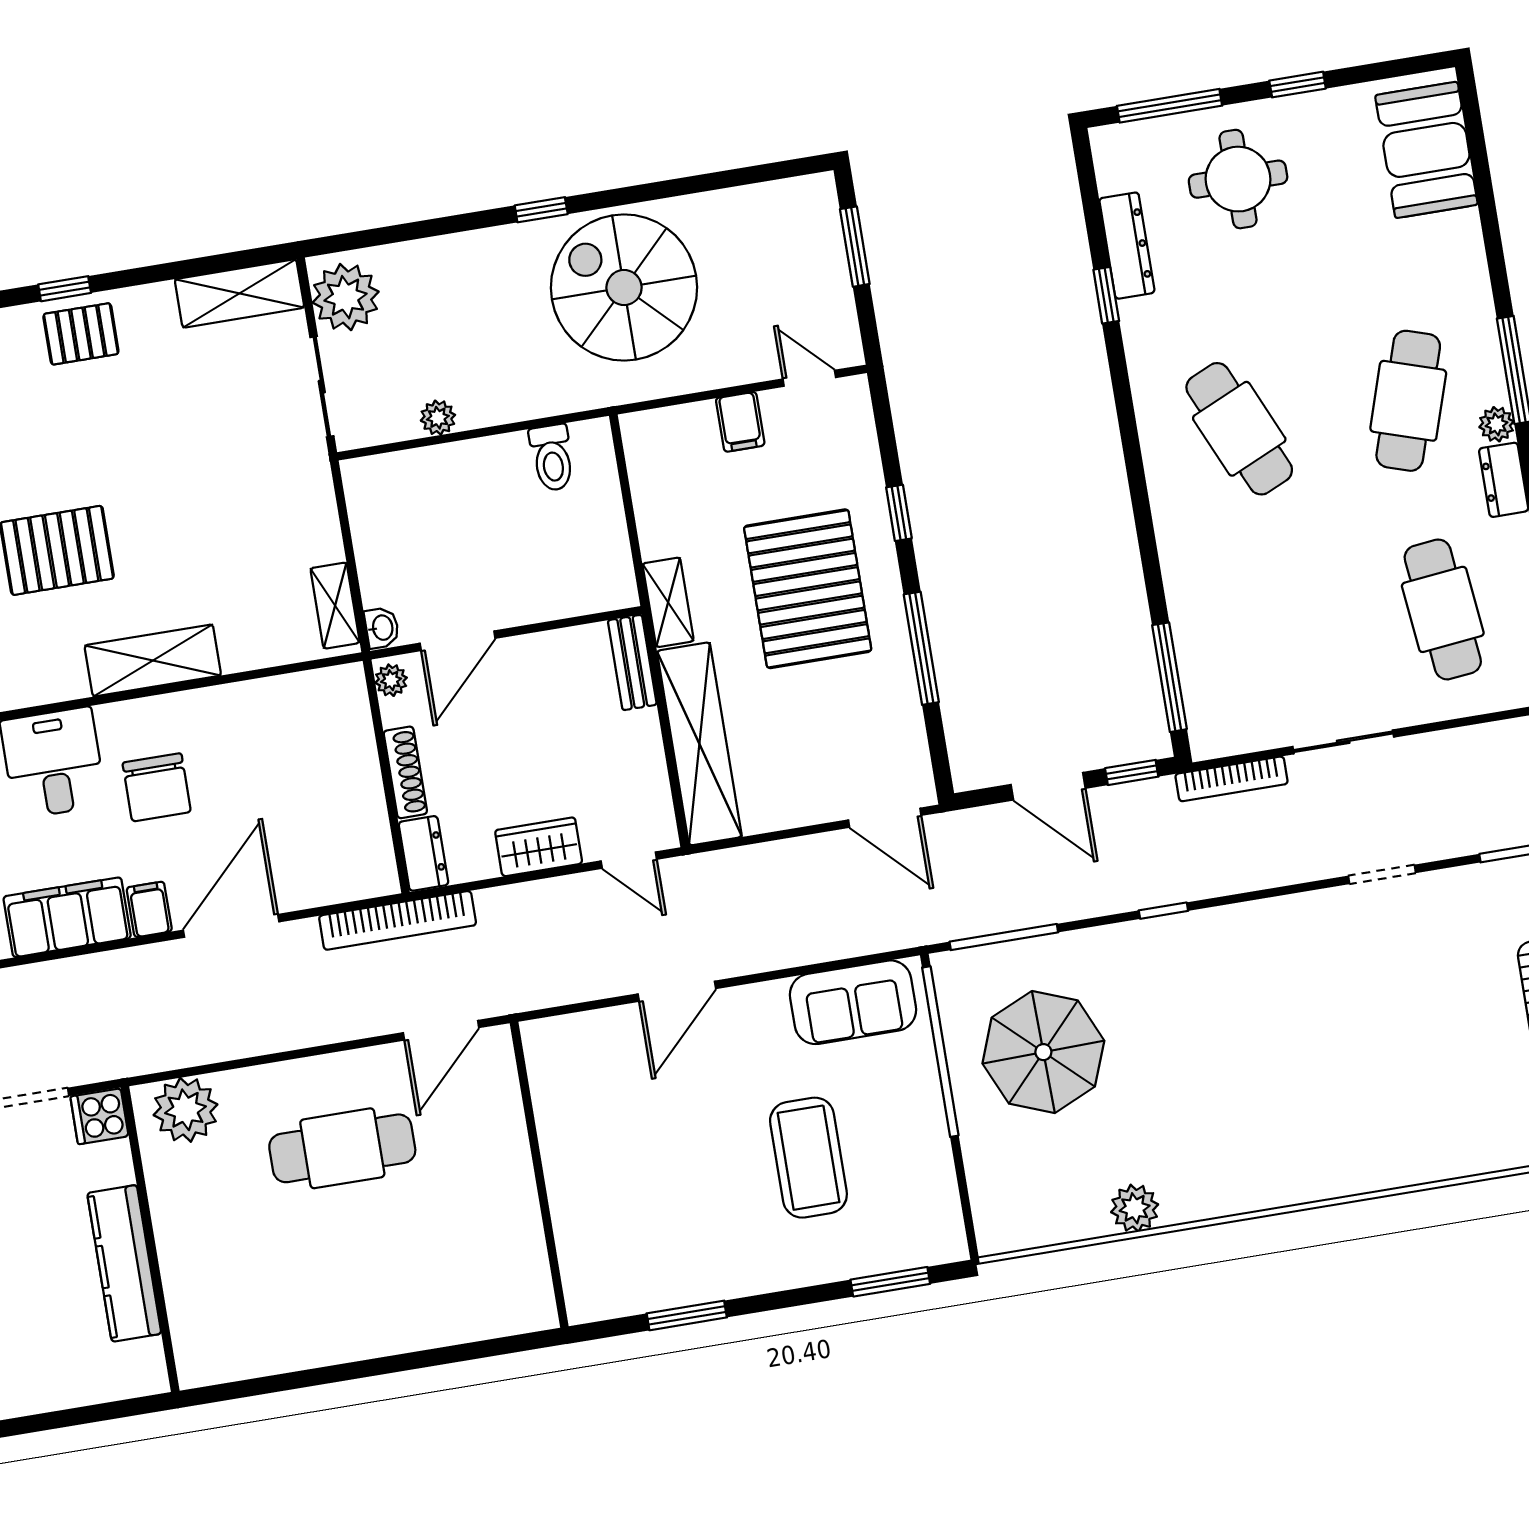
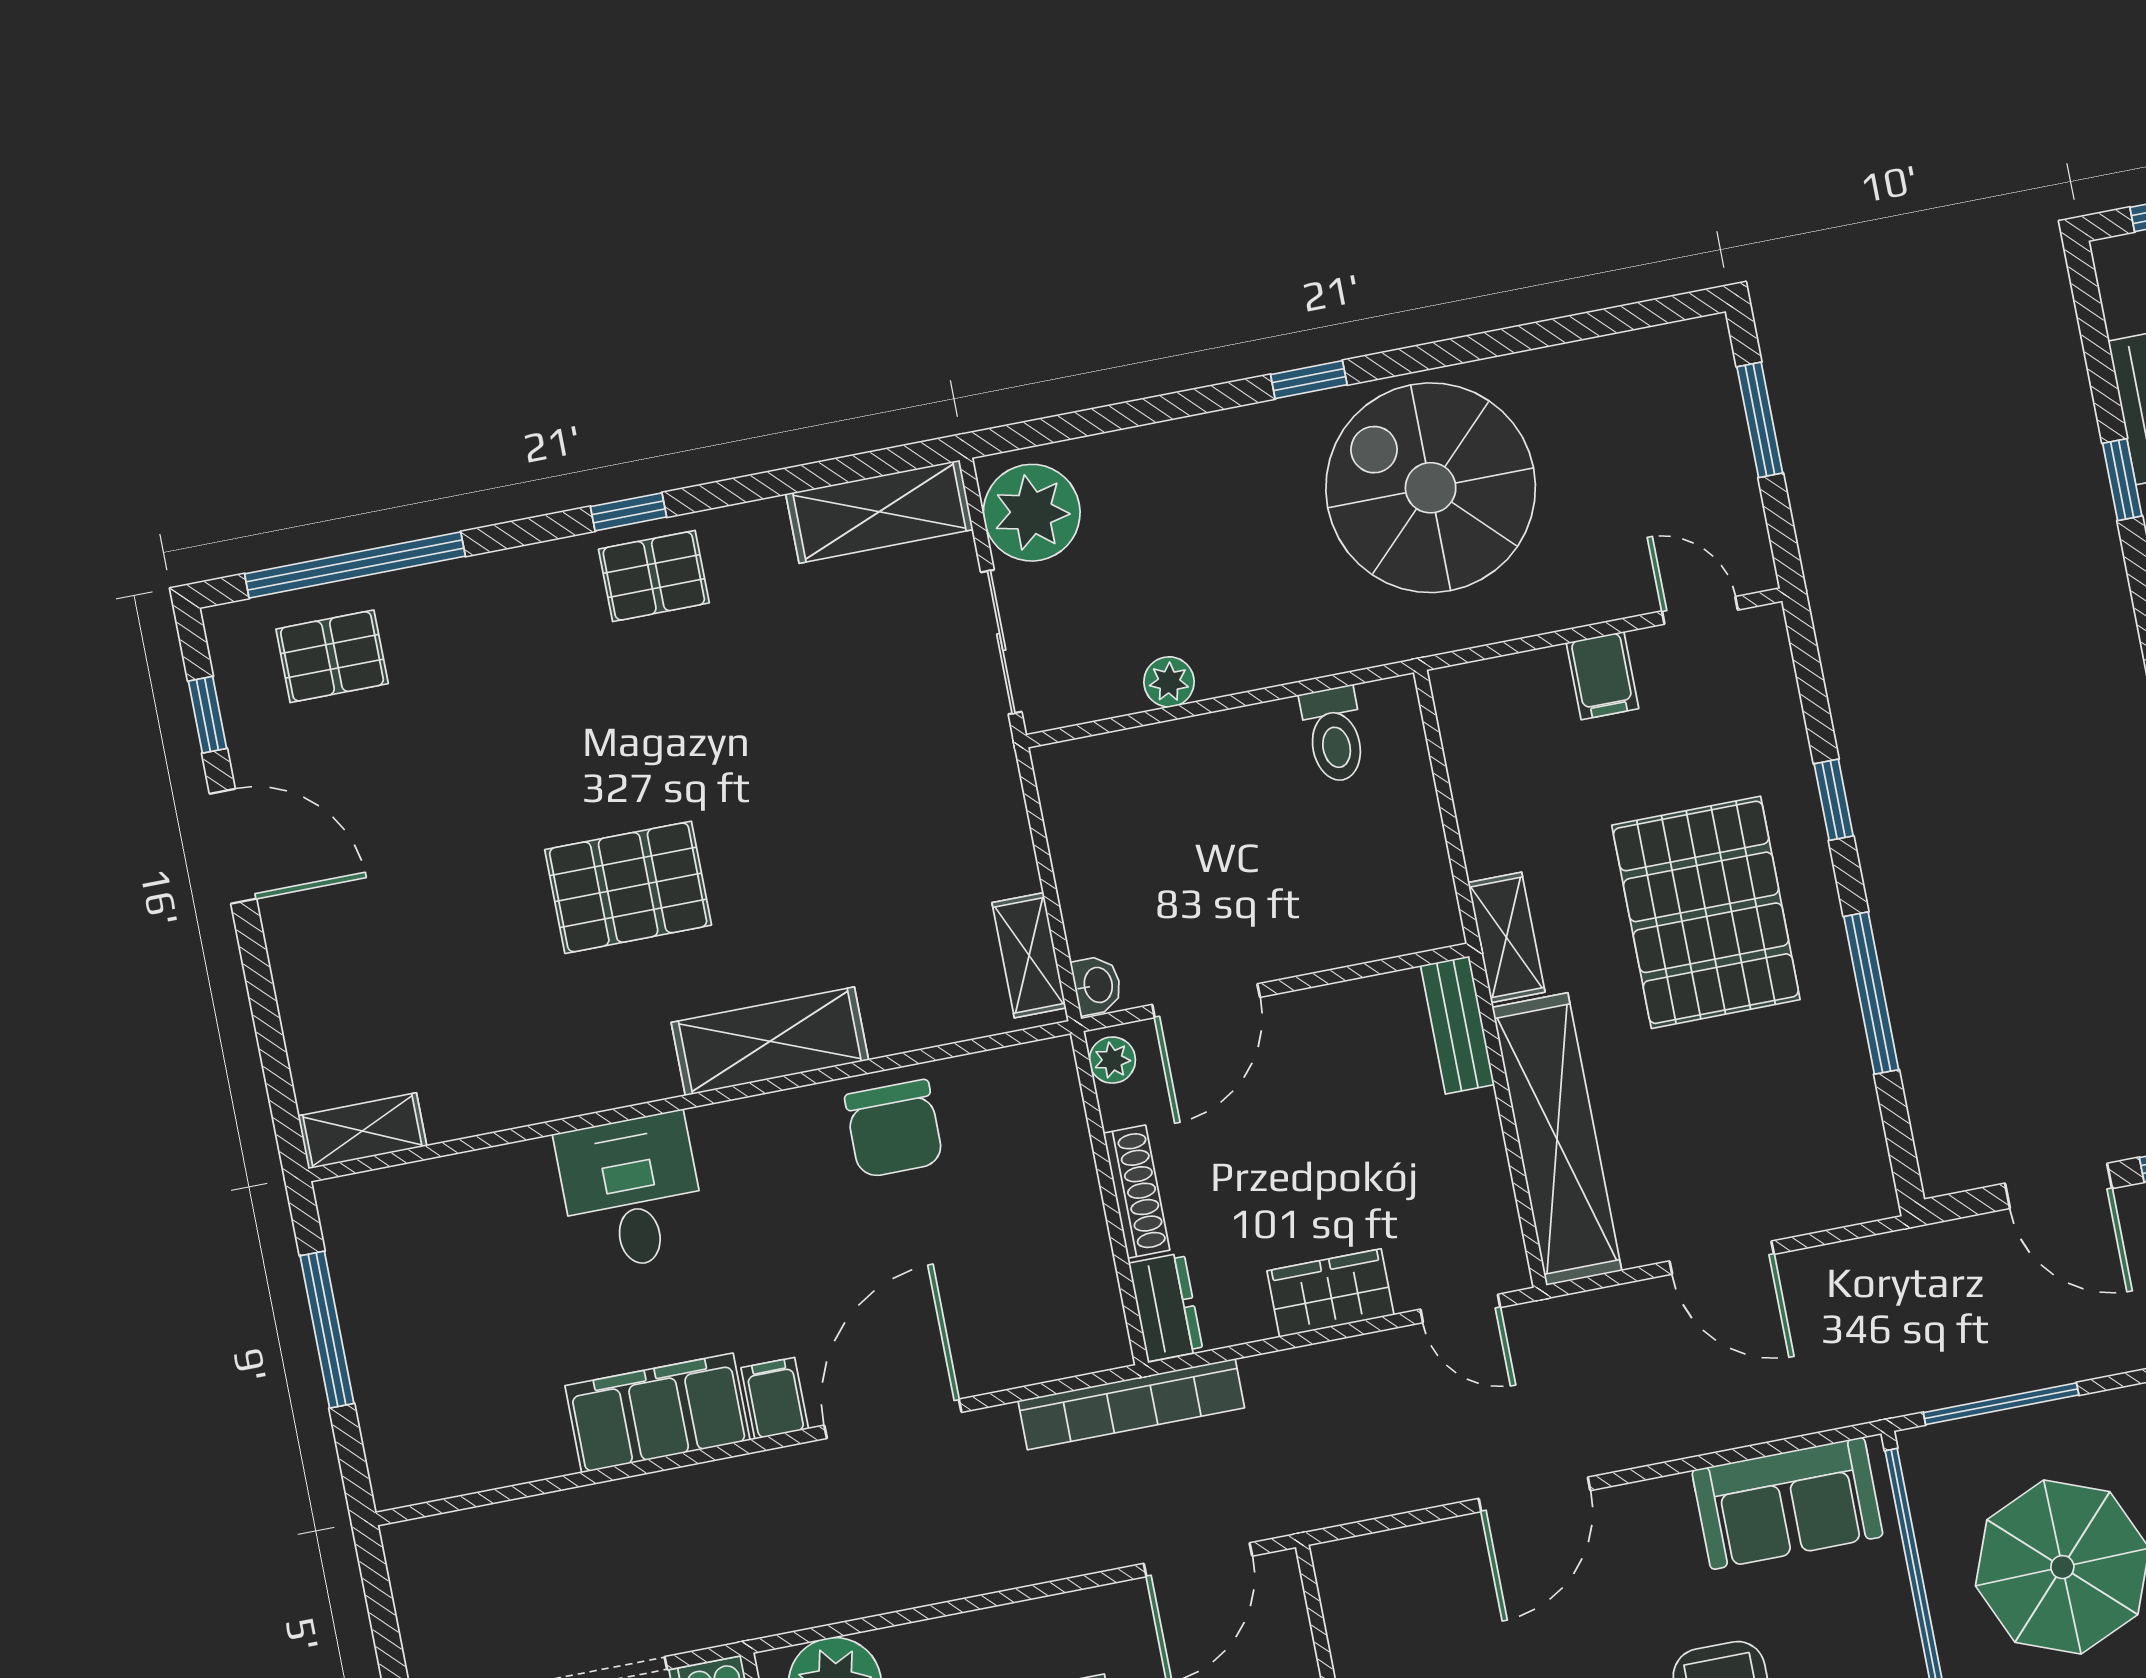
chair: (157, 787) -> (894, 1129), moved
door: (885, 818) -> (1722, 1258), moved

